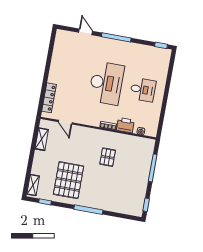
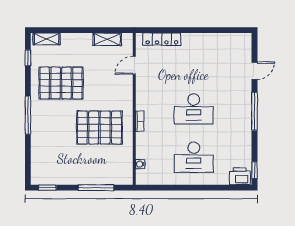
desk: (106, 83) -> (194, 109), width x0.73, depth x0.77
desk: (143, 90) -> (194, 157), width x1.37
printer: (125, 125) -> (240, 176), moved, turned -90
pallet: (108, 157) -> (99, 128), width x2.05, depth x2.00

